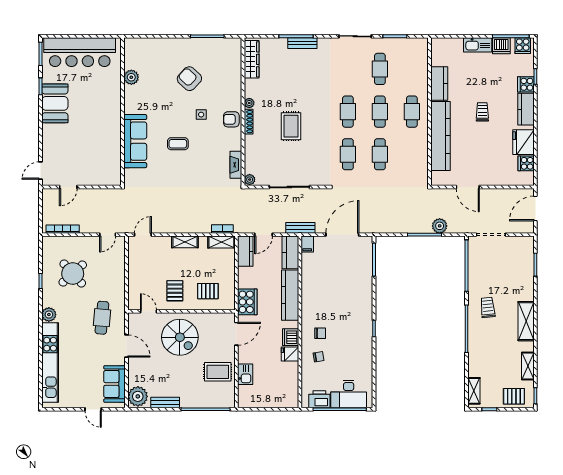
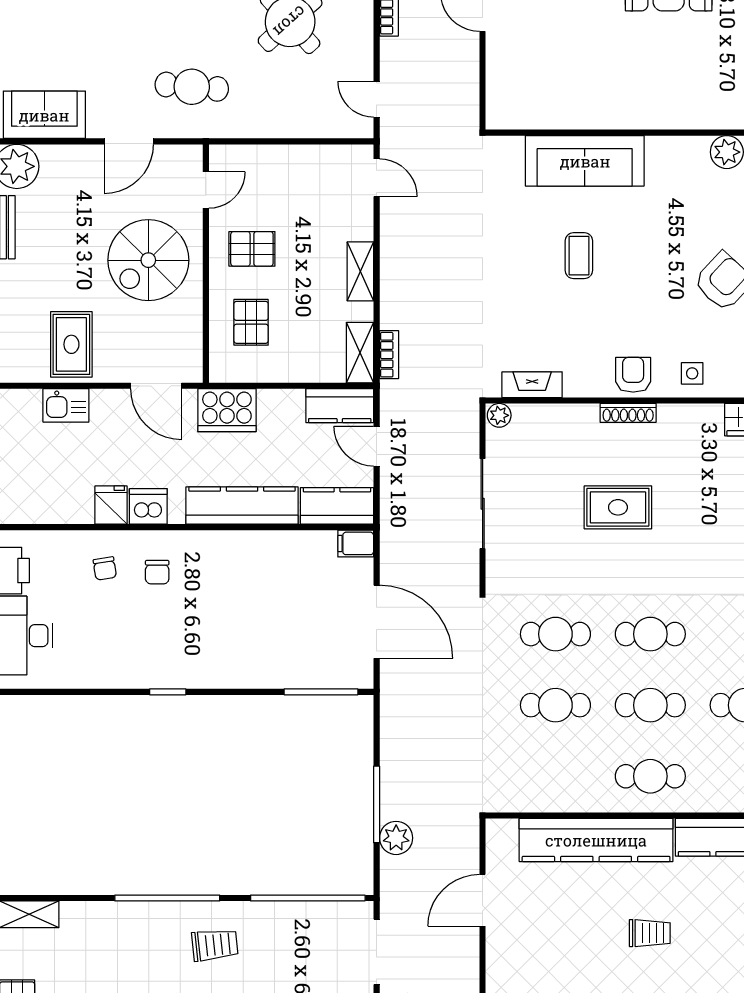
plant: (249, 103) -> (669, 414), removed
side table: (201, 115) -> (692, 373), moved
bench: (300, 228) -> (392, 528), removed

